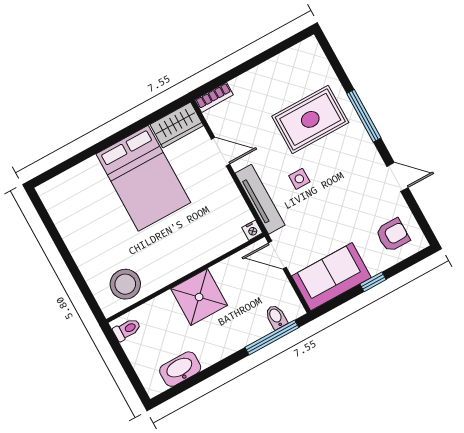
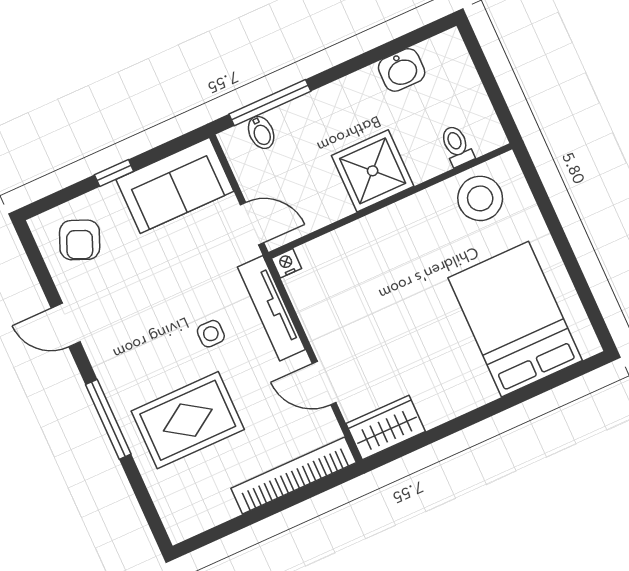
bookcase: (214, 97) -> (294, 475), width x2.31, depth x1.31
bed: (143, 178) -> (515, 319), moved
armchair: (393, 235) -> (80, 240), turned -67
toilet: (127, 329) -> (457, 146), moved, turned 90
washbasin: (180, 369) -> (402, 70), width x0.72

